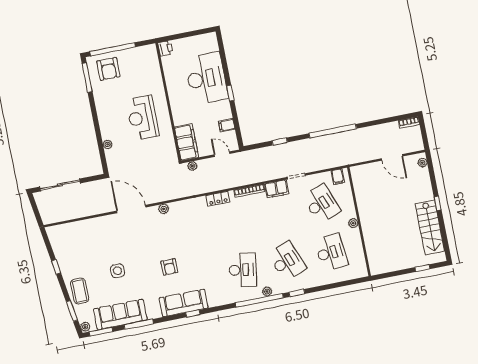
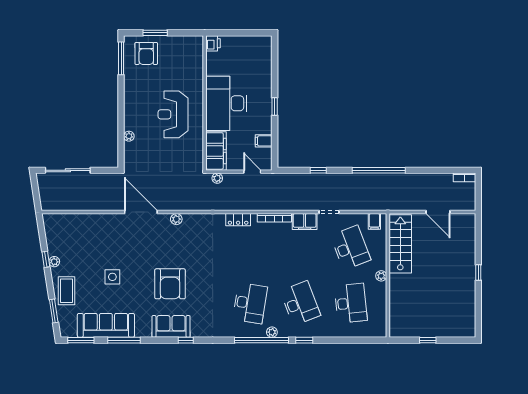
window: (113, 49) -> (155, 33), width x0.47
desk: (206, 78) -> (226, 103), moved, turned 180
plant: (422, 163) -> (470, 224), removed
stairs: (430, 227) -> (400, 244), moved, turned 180
armchair: (169, 267) -> (170, 284), width x1.88, depth x1.88
window: (422, 268) -> (428, 340), moved
sofa: (184, 303) -> (171, 326), width x0.73
plant: (85, 327) -> (54, 262), moved

